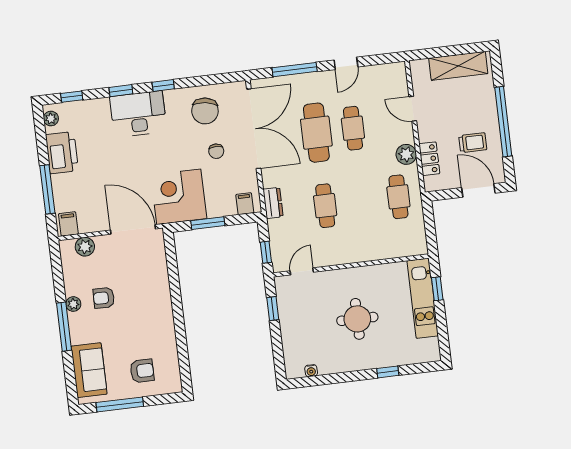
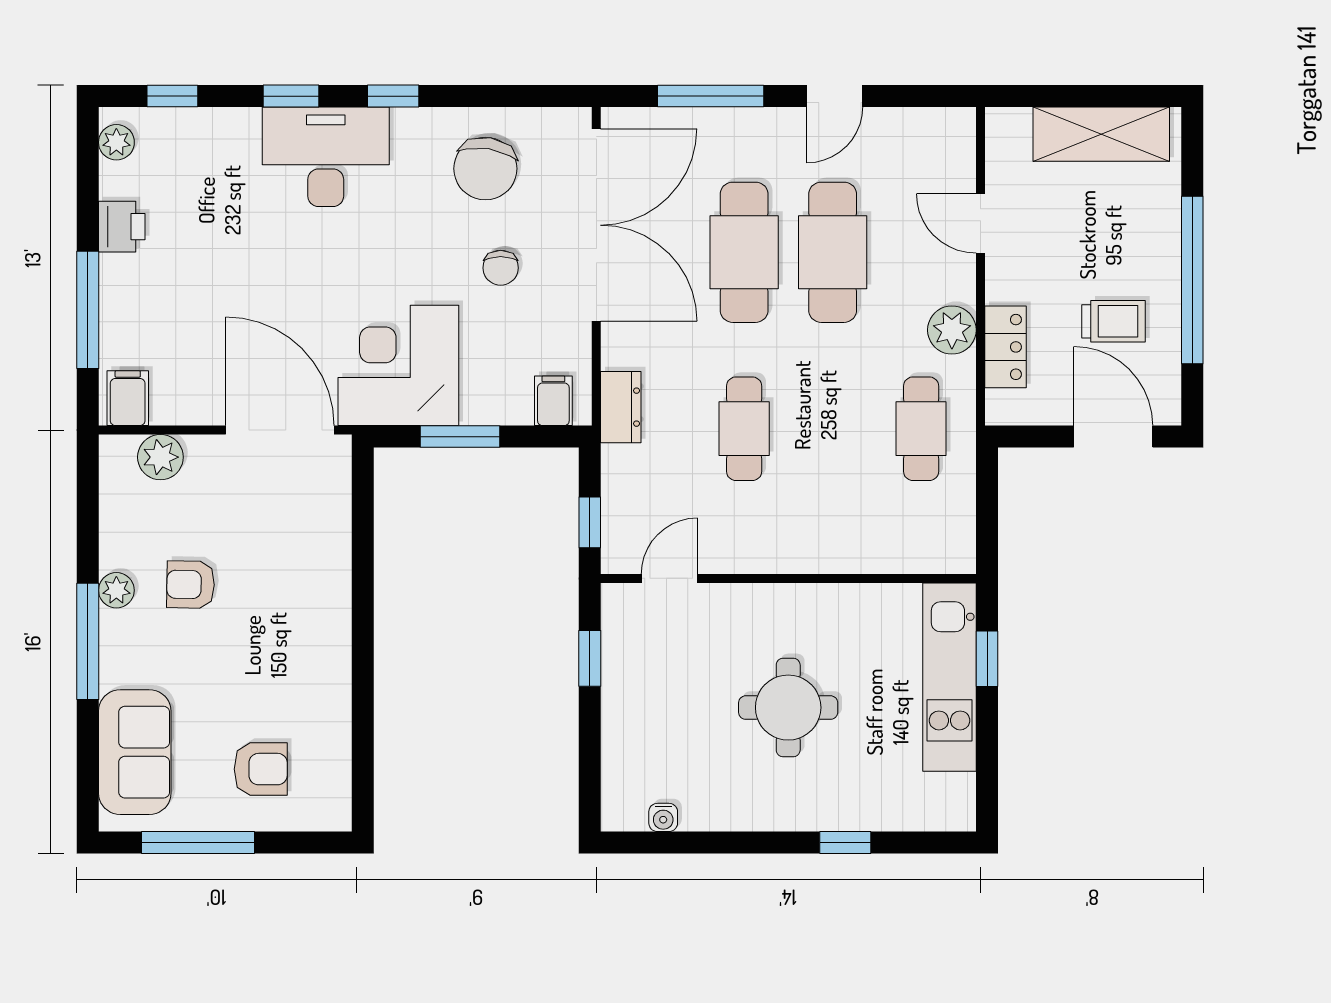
cafe table: (353, 128) -> (833, 252), width x1.37, depth x1.35
printer: (62, 153) -> (122, 227), width x0.53, depth x0.68

